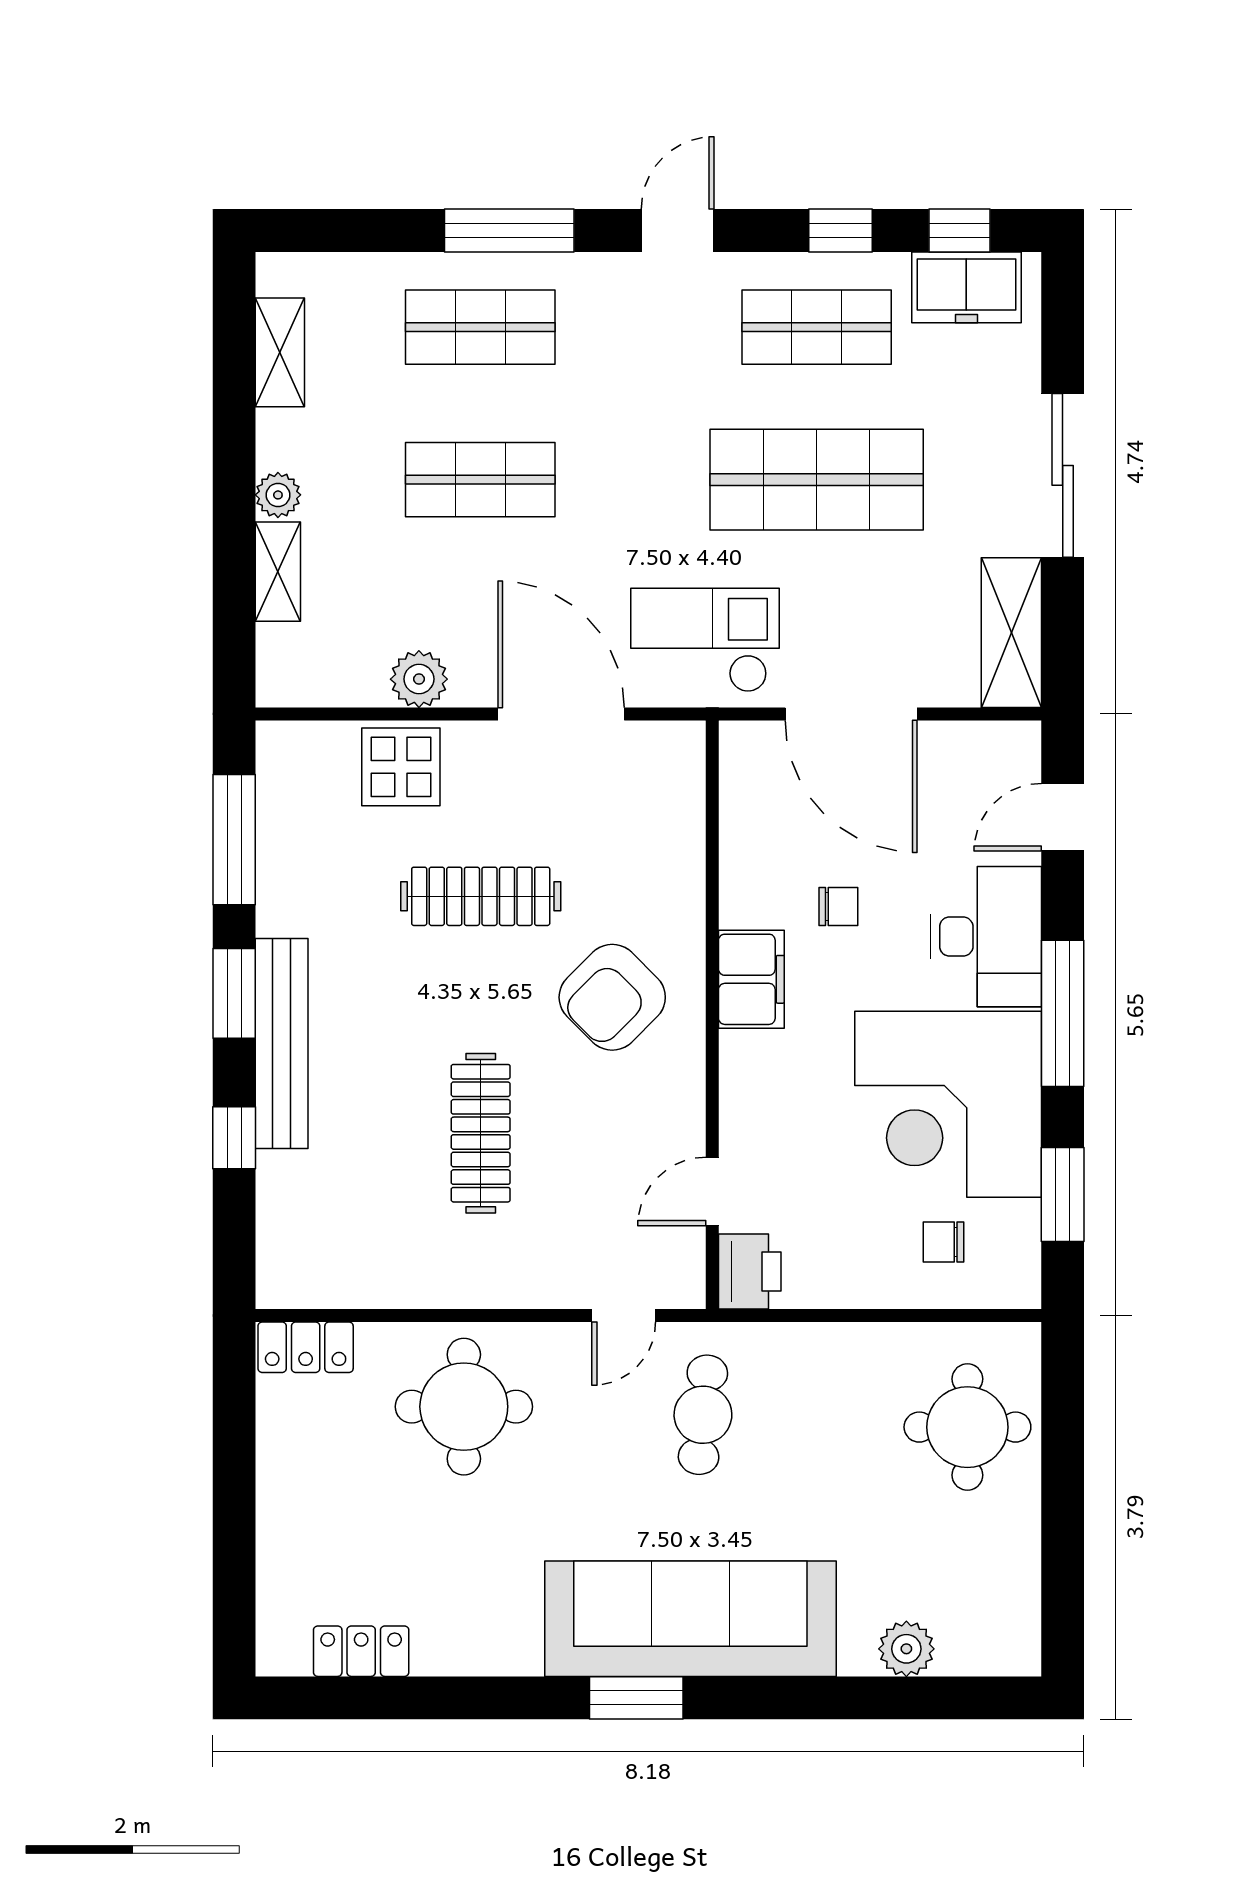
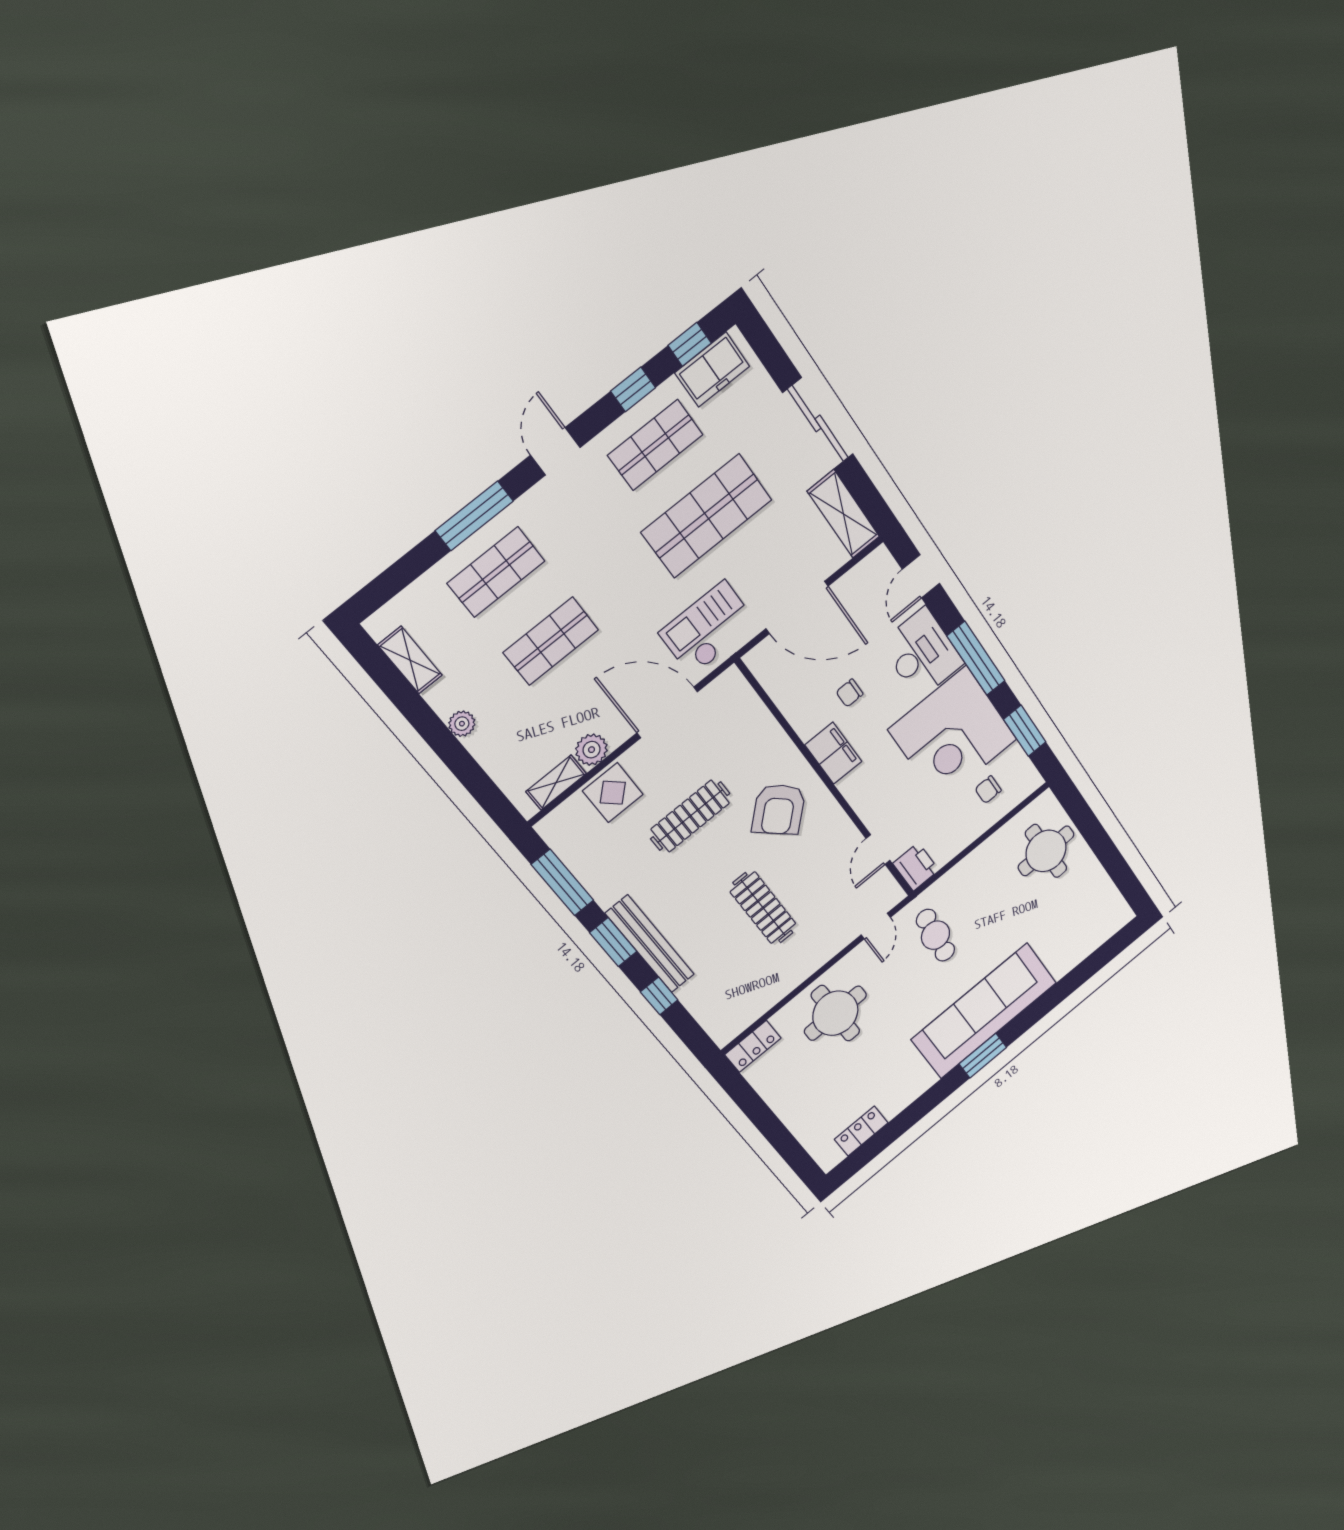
shelving: (278, 572) -> (556, 783), moved, turned 90
chair: (838, 907) -> (849, 693), turned 180
plant: (906, 1649) -> (1077, 950), removed

